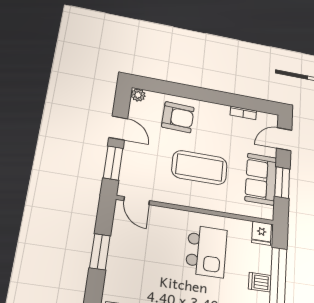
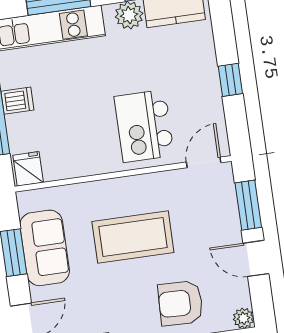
door: (137, 201) -> (204, 162), hinge flipped
kitchen island: (206, 251) -> (144, 126), moved
window: (100, 252) -> (230, 80), width x0.67

